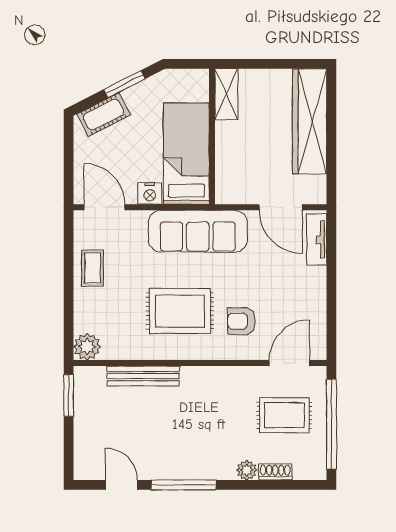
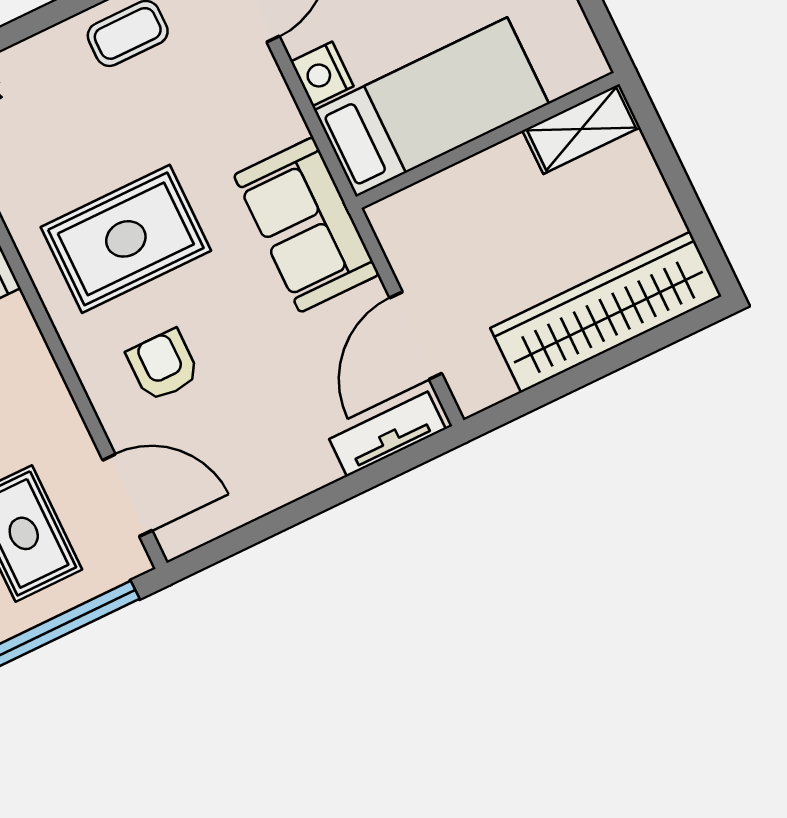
sofa: (198, 231) -> (306, 225), width x0.73
rug: (180, 311) -> (126, 239), turned 90

